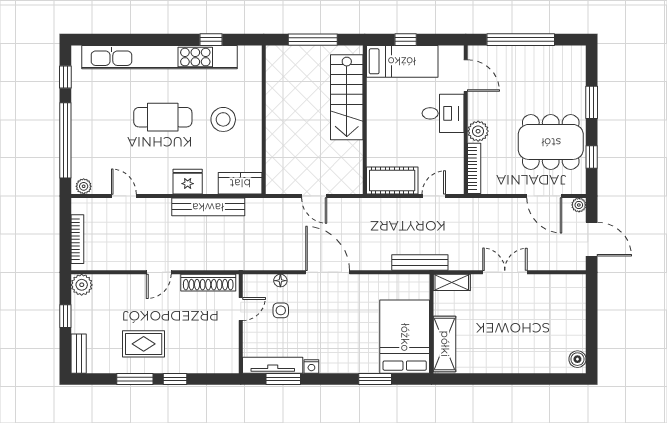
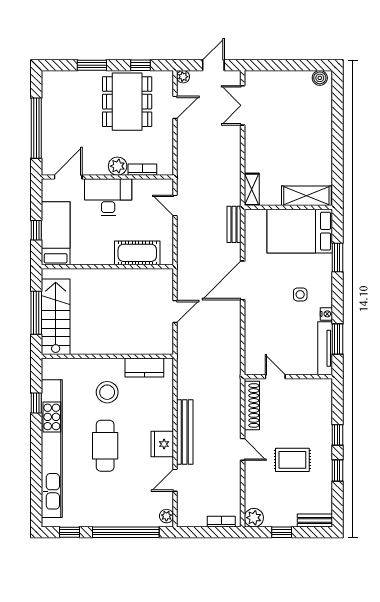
stairs: (347, 97) -> (56, 317), moved, turned -90
desk: (443, 113) -> (108, 197), width x1.37
bookcase: (474, 168) -> (142, 170), width x0.64
cot: (392, 180) -> (137, 253), moved, turned 90
fridge: (188, 182) -> (162, 444), moved
kitchen counter: (240, 183) -> (144, 368), moved, turned -90
door: (544, 196) -> (175, 107), width x0.73
bench: (208, 207) -> (185, 432), moved
bookcase: (77, 239) -> (221, 522), width x0.64
door: (592, 239) -> (213, 65), width x0.73
bench: (420, 262) -> (234, 224), width x0.73
door: (328, 272) -> (243, 280), moved
double door: (505, 272) -> (243, 105), moved
floor lamp: (280, 281) -> (250, 341), removed
side table: (281, 310) -> (300, 294), moved
rug: (144, 344) -> (292, 460), moved, turned 90
window: (135, 379) -> (337, 471), width x0.67

